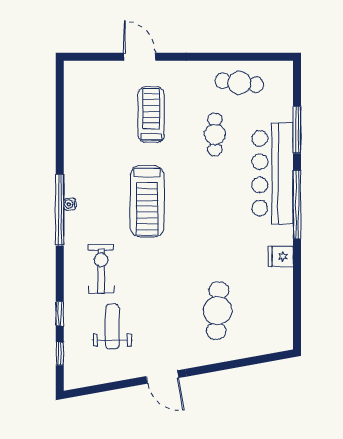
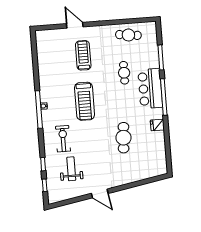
cafe table: (215, 134) -> (124, 73), moved
bar counter: (273, 173) -> (150, 89), width x0.73
cafe table: (218, 311) -> (123, 138), moved

